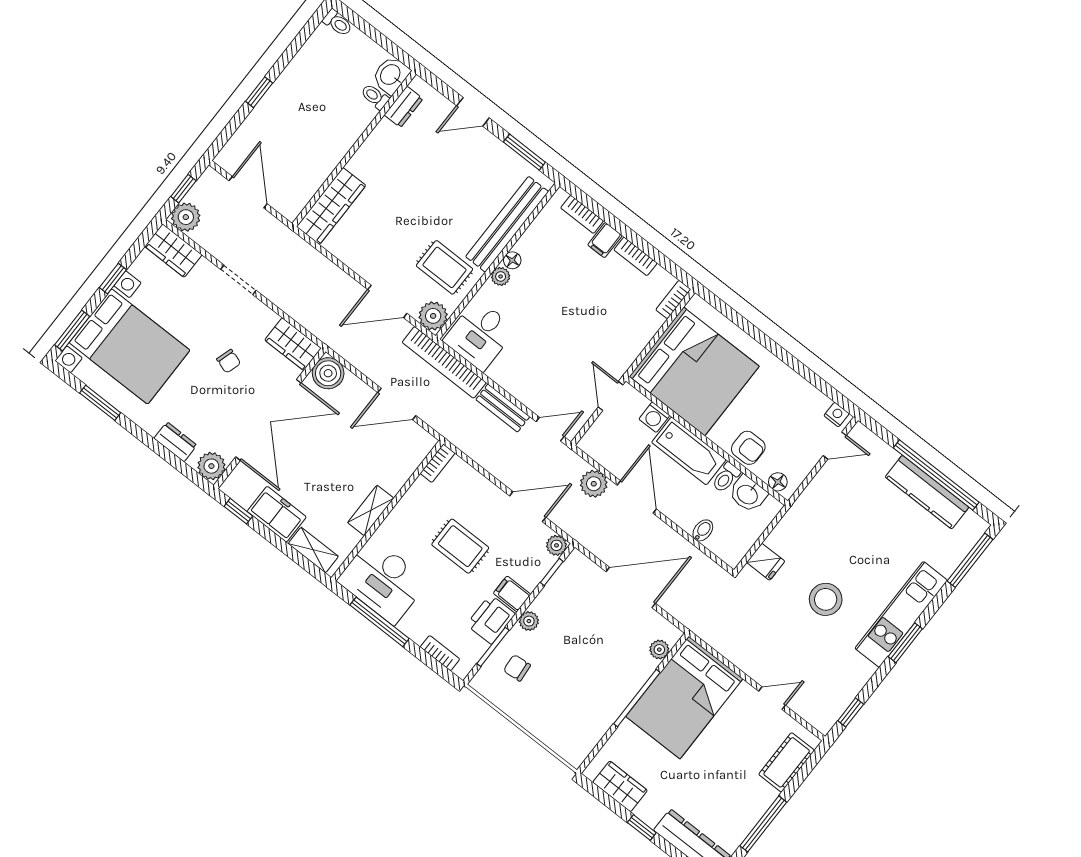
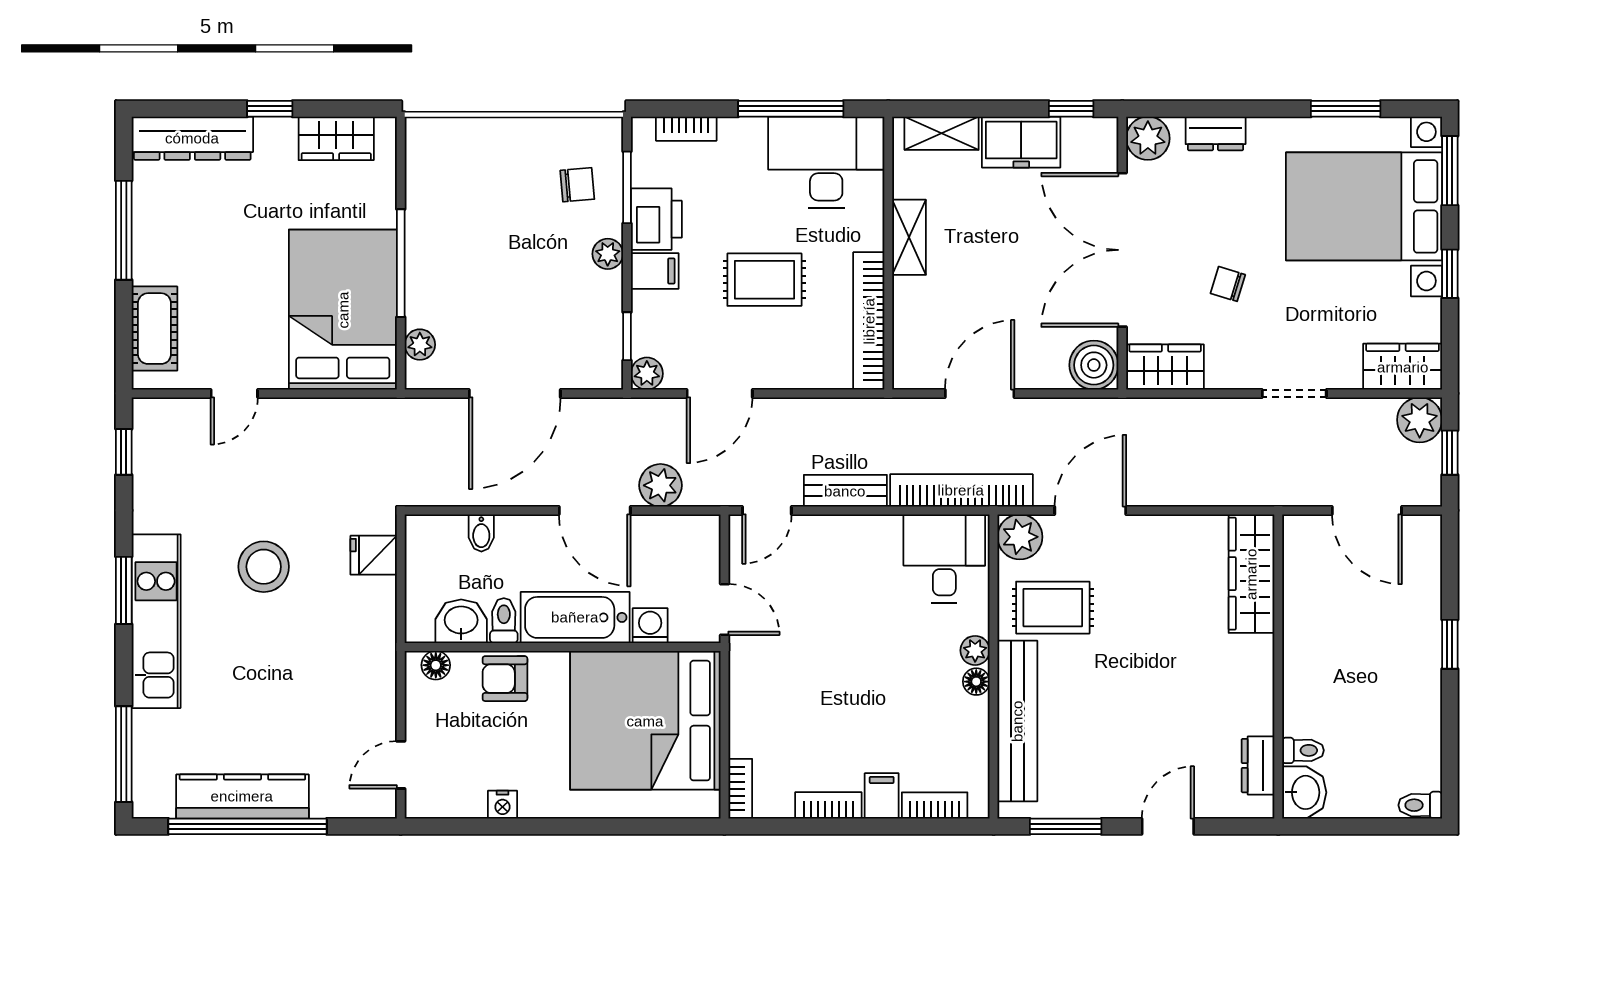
nightstand: (837, 415) -> (503, 805), moved
bookcase: (438, 463) -> (869, 321), width x2.31, depth x1.31

